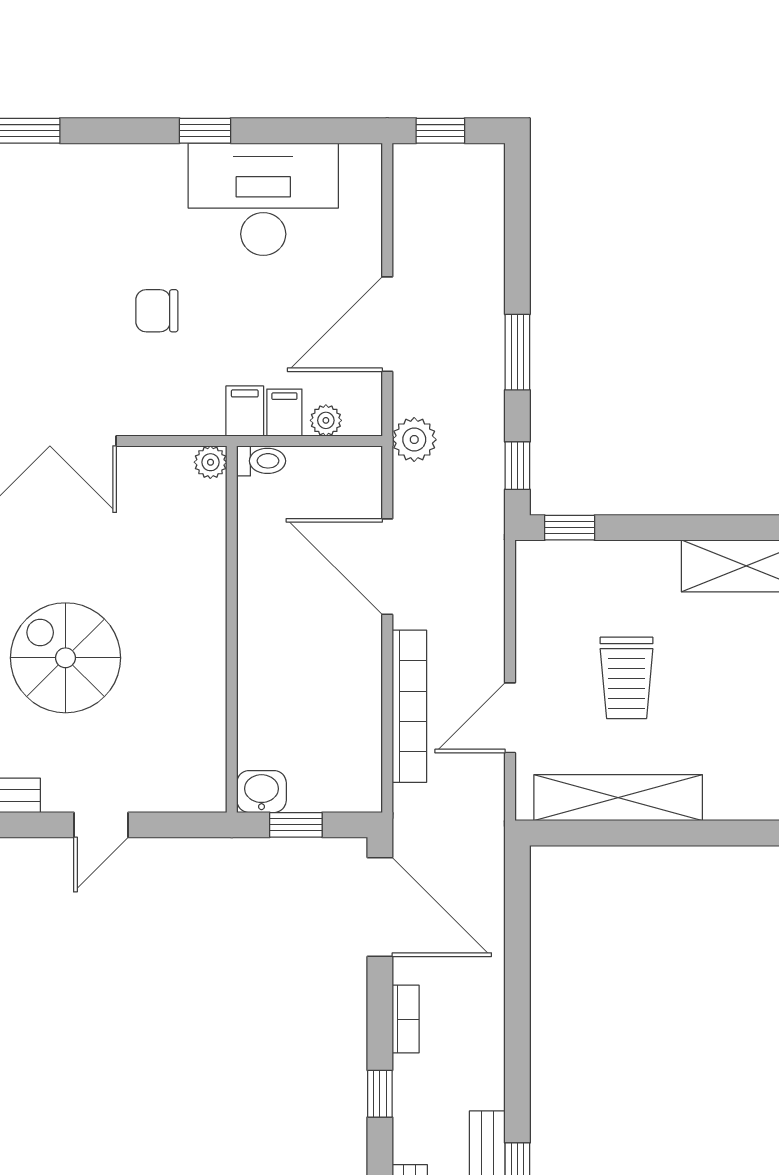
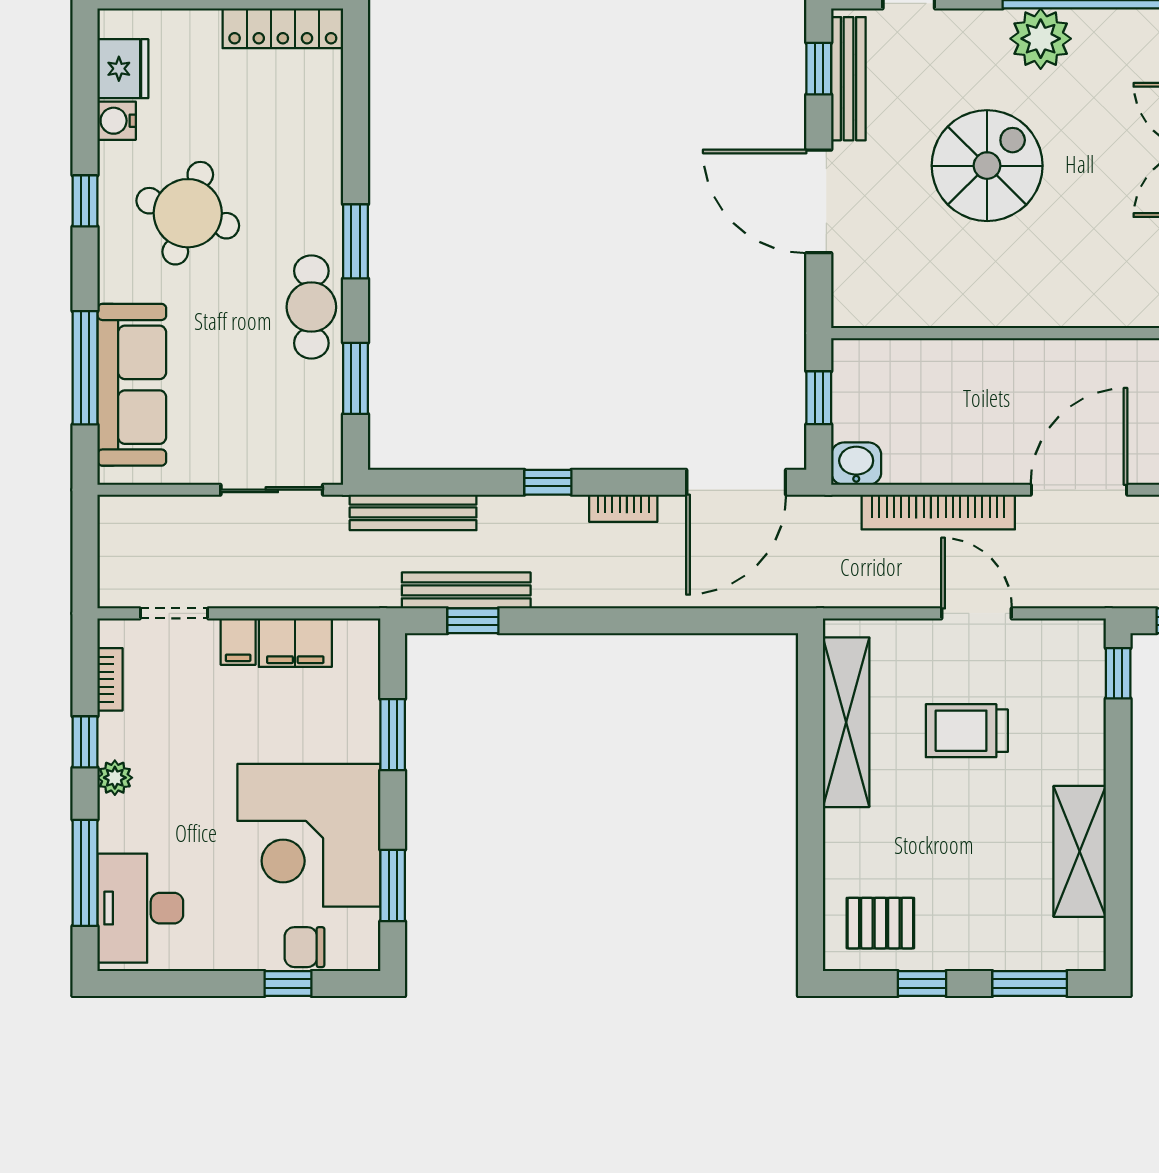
door: (510, 718) -> (977, 613), moved
washbasin: (261, 792) -> (856, 464), moved, turned -90
door: (101, 825) -> (819, 201), width x1.88

